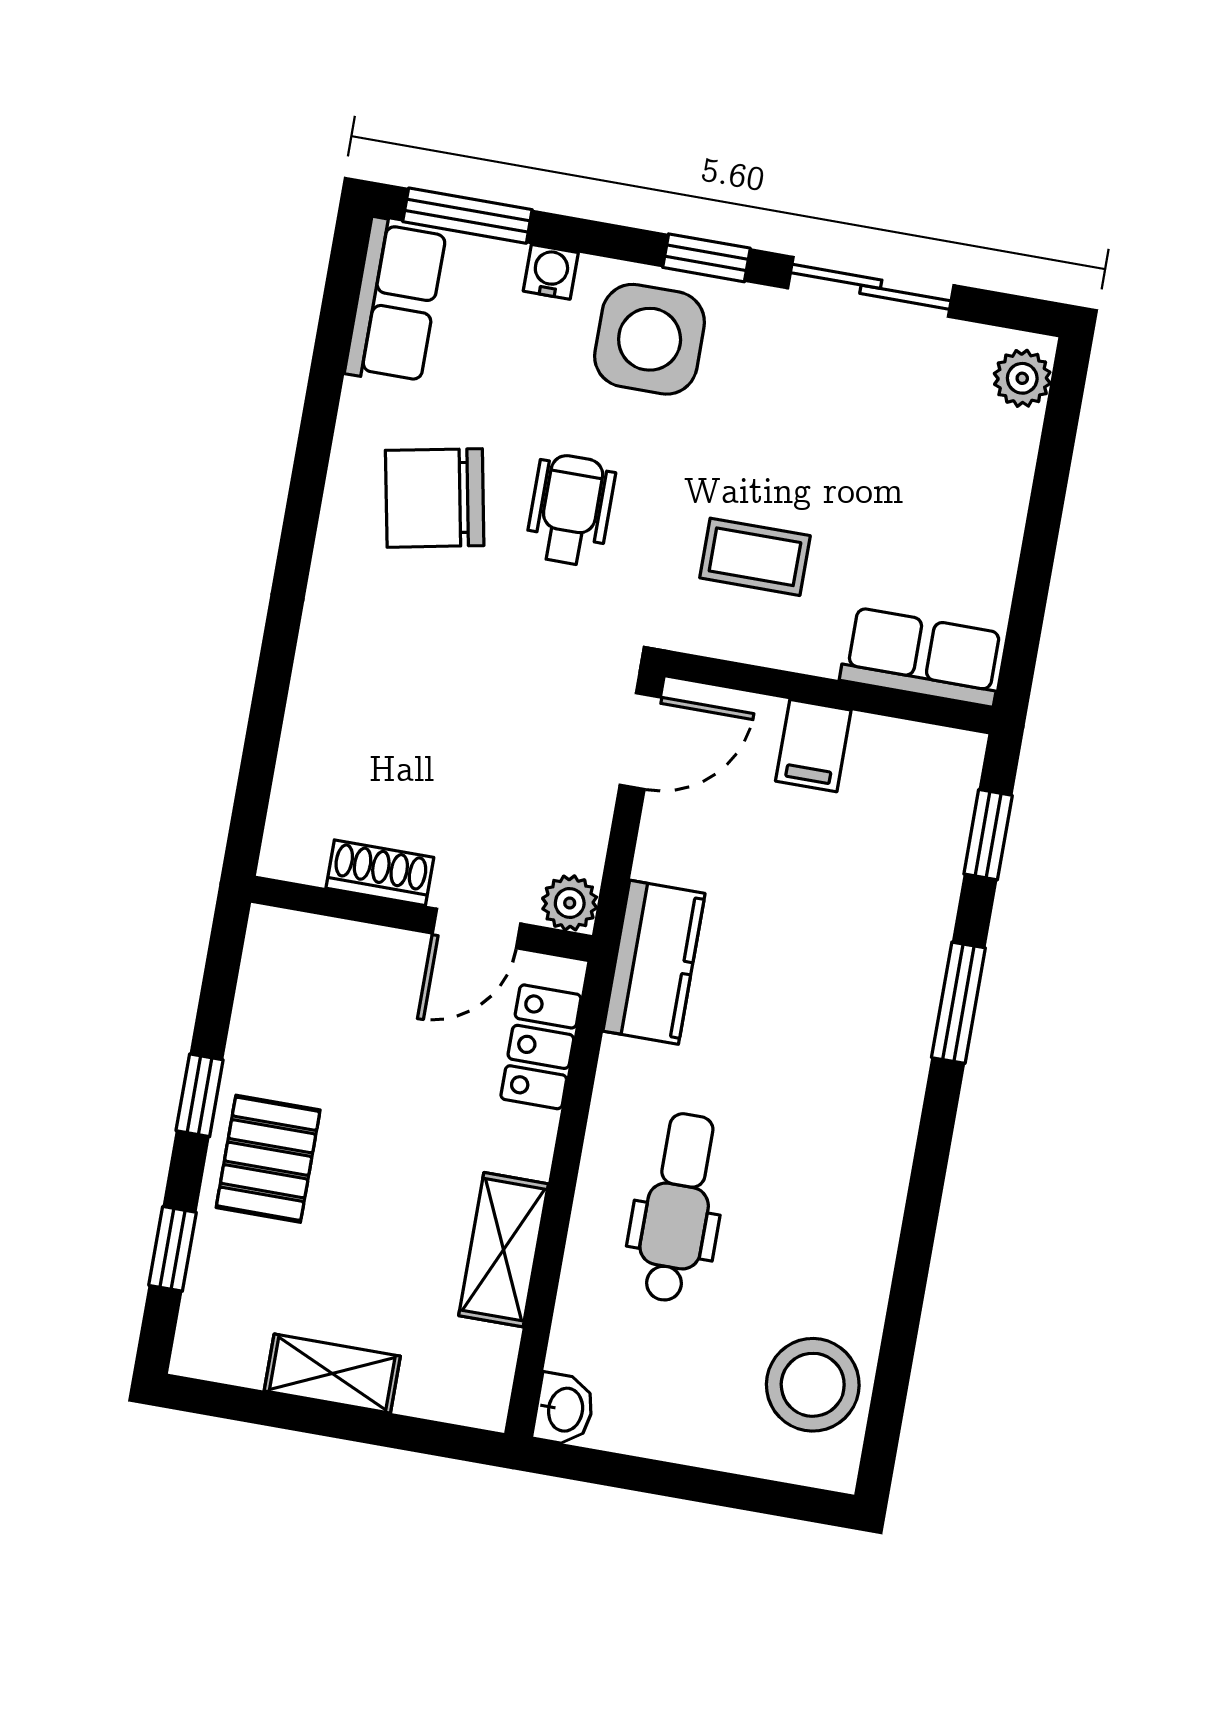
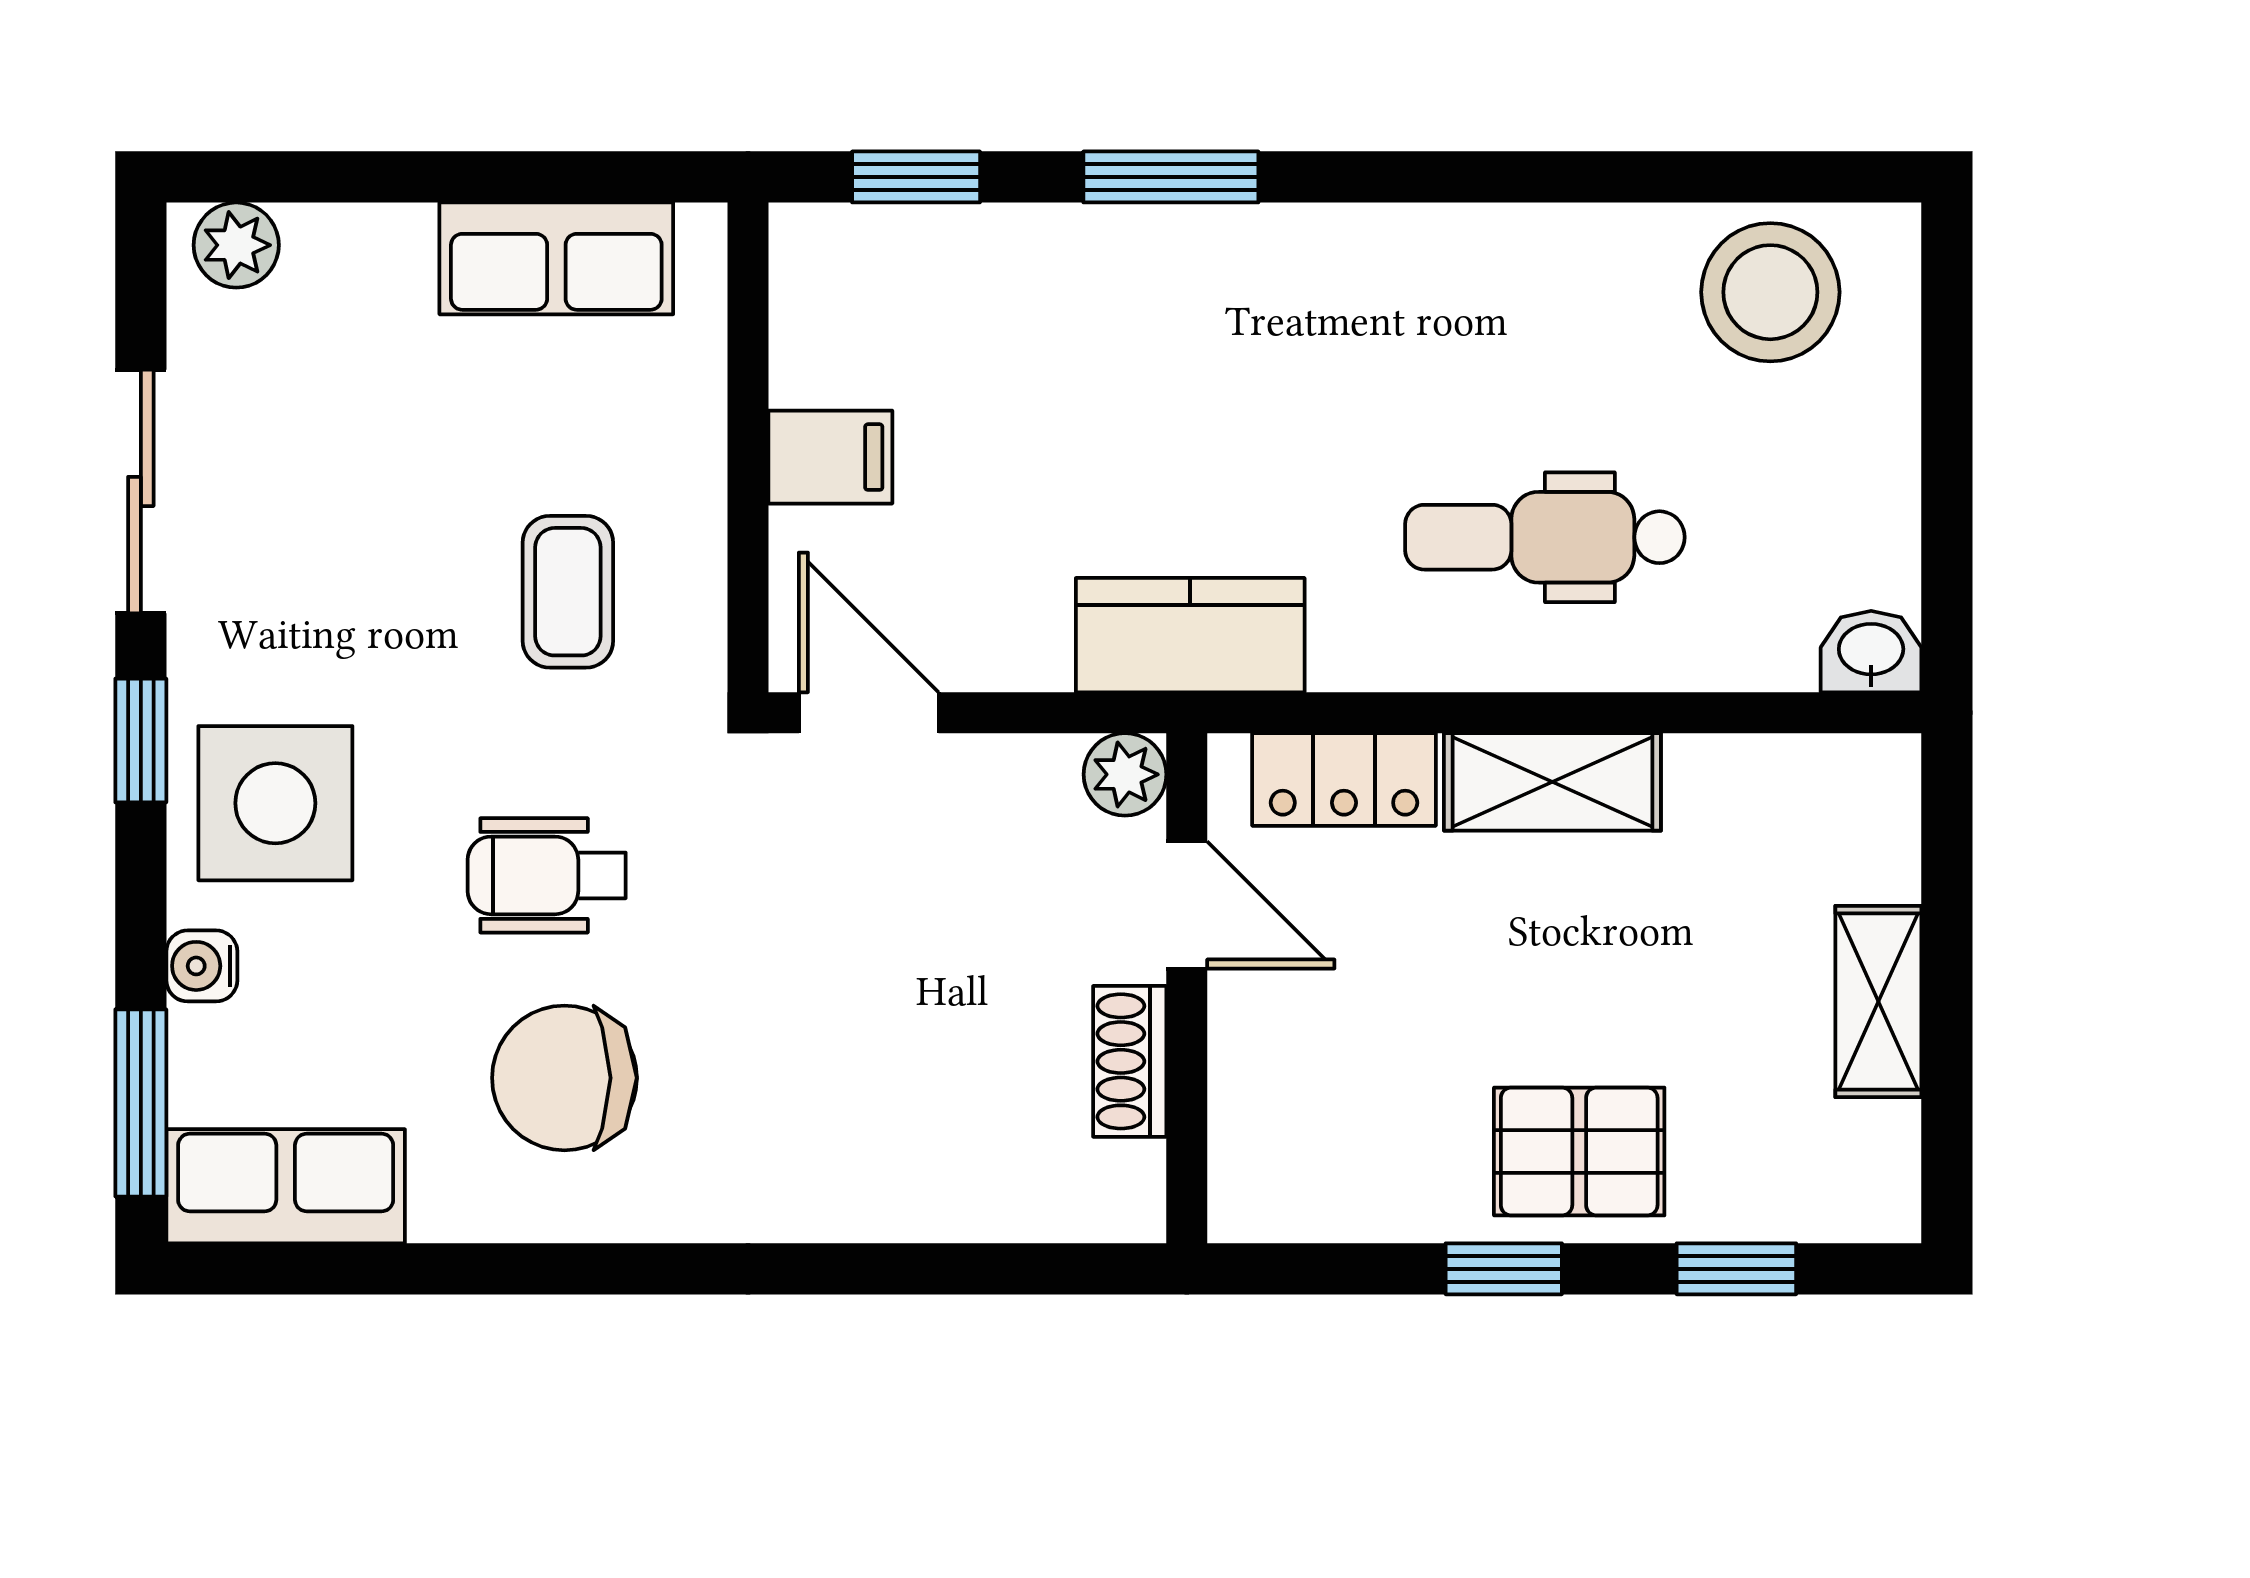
chair: (435, 498) -> (564, 1078), turned 101
row of seats: (923, 657) -> (556, 258), moved, turned -90
shelving: (503, 1250) -> (1552, 782), moved

